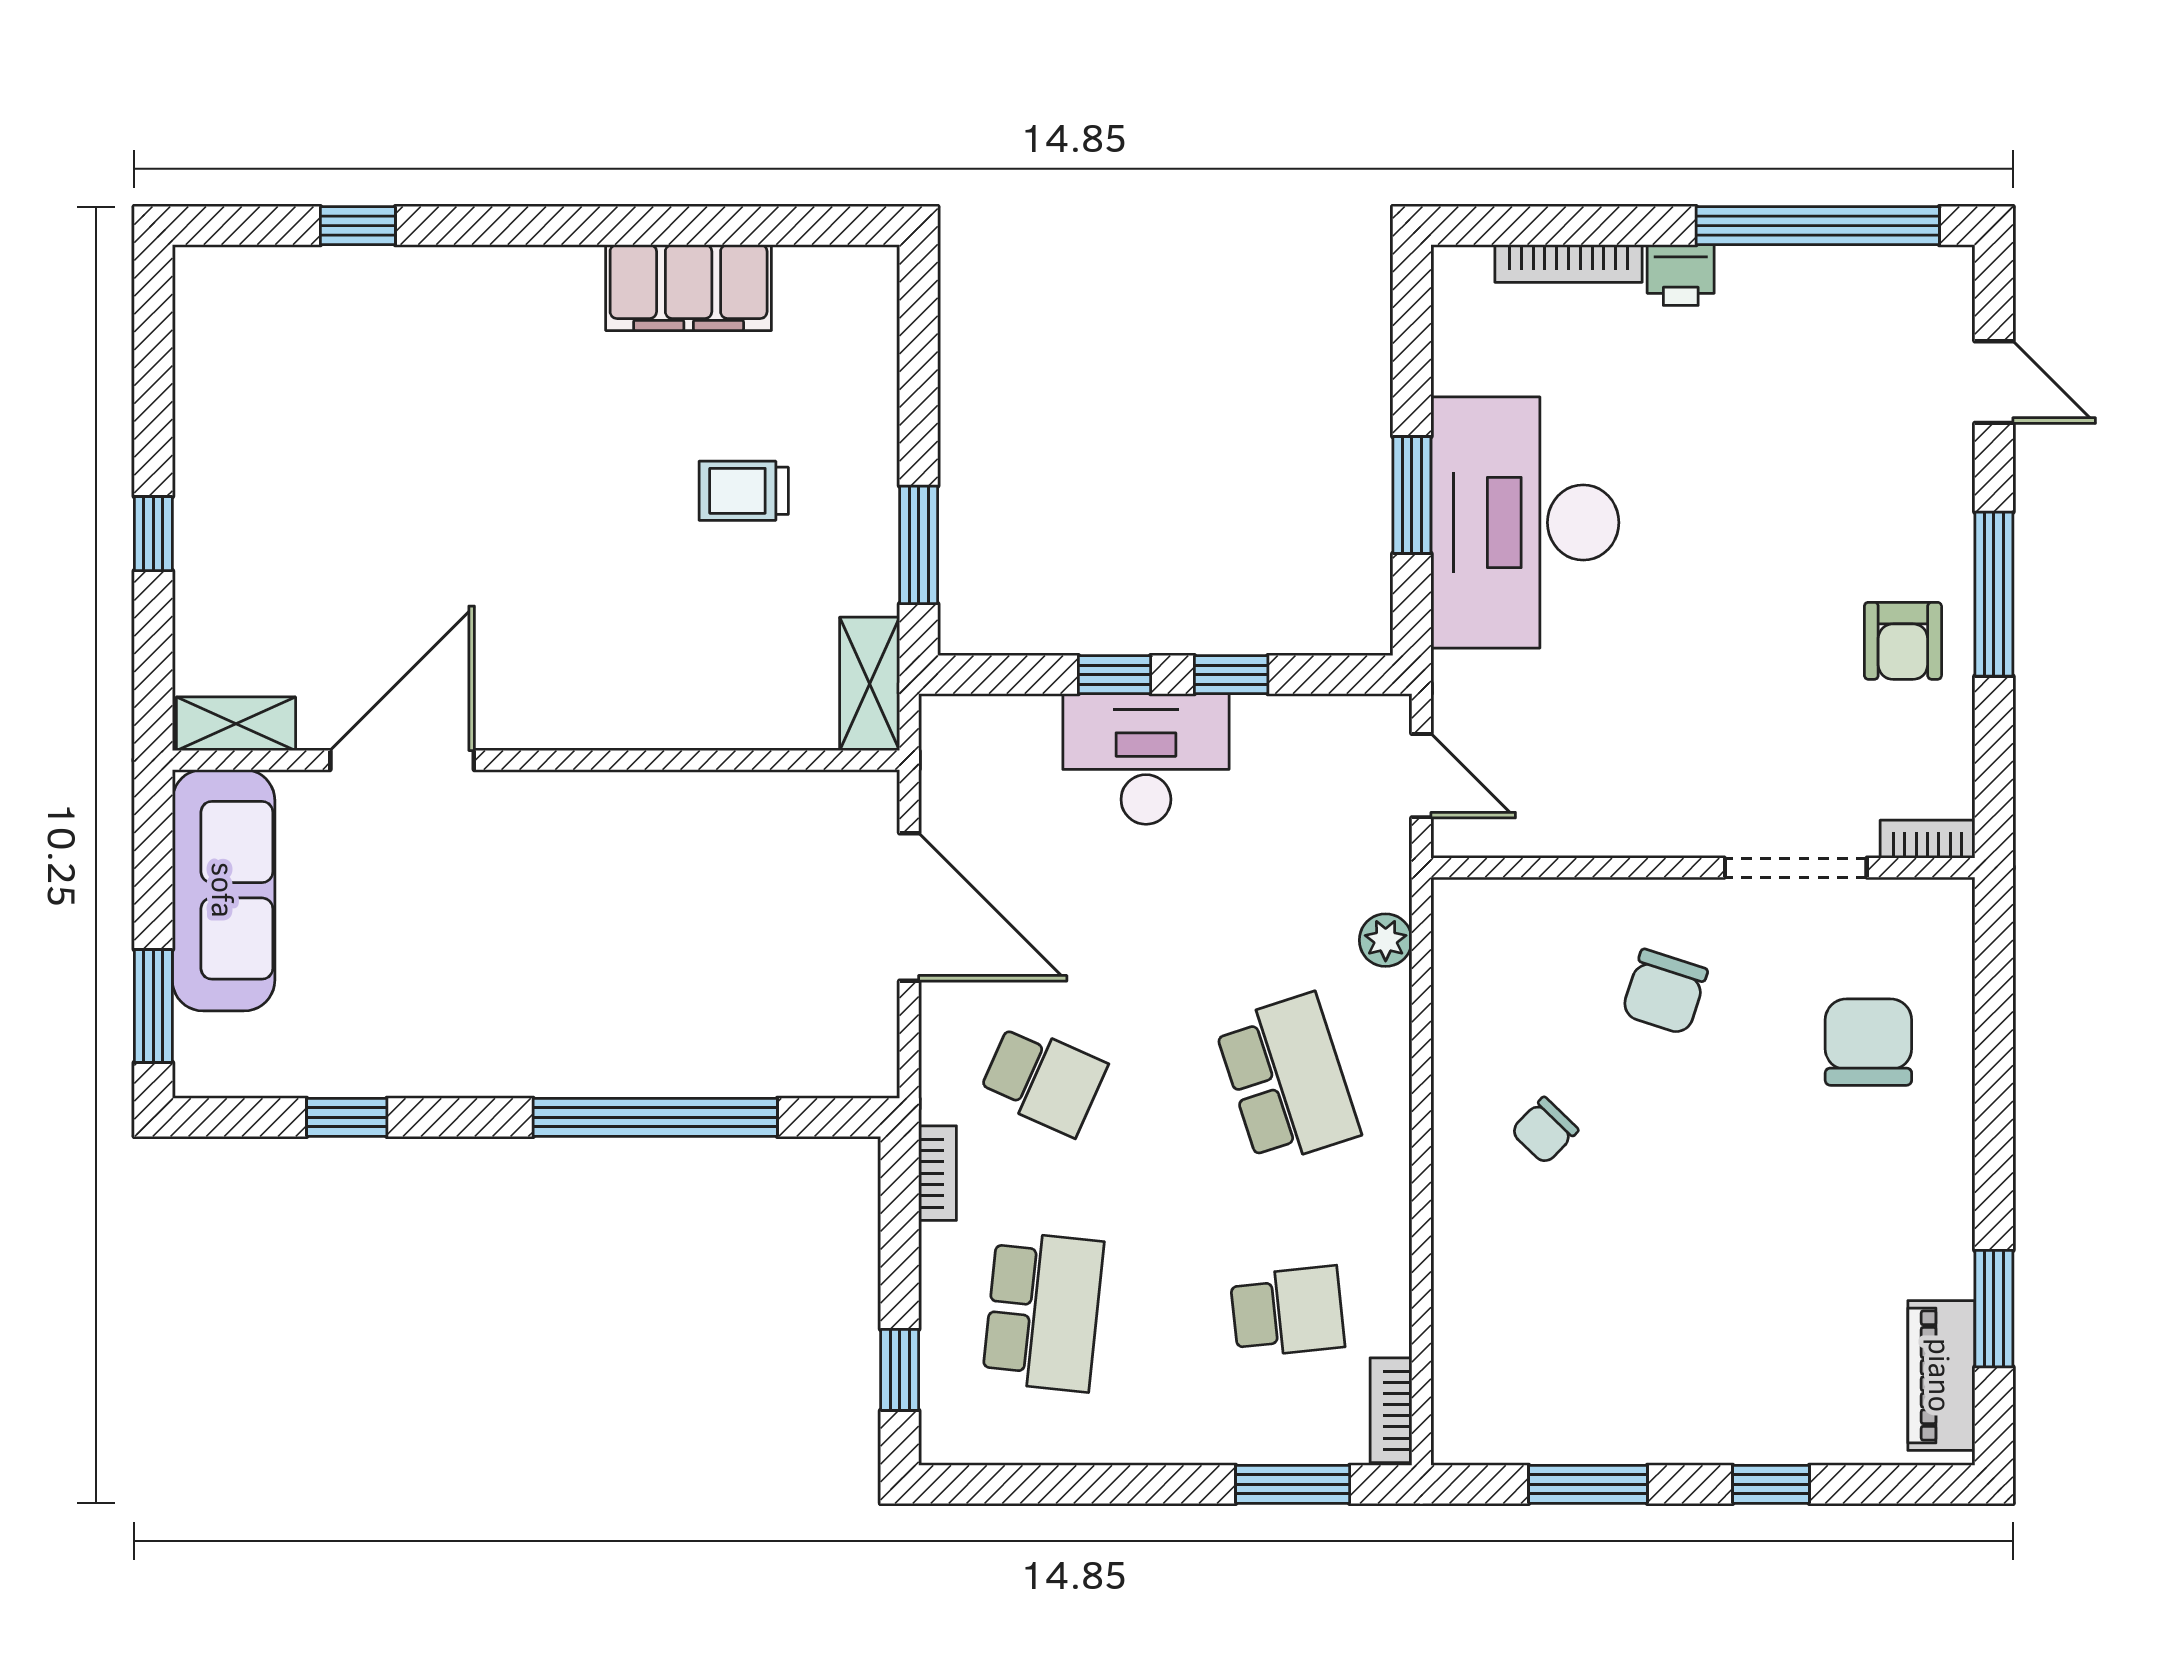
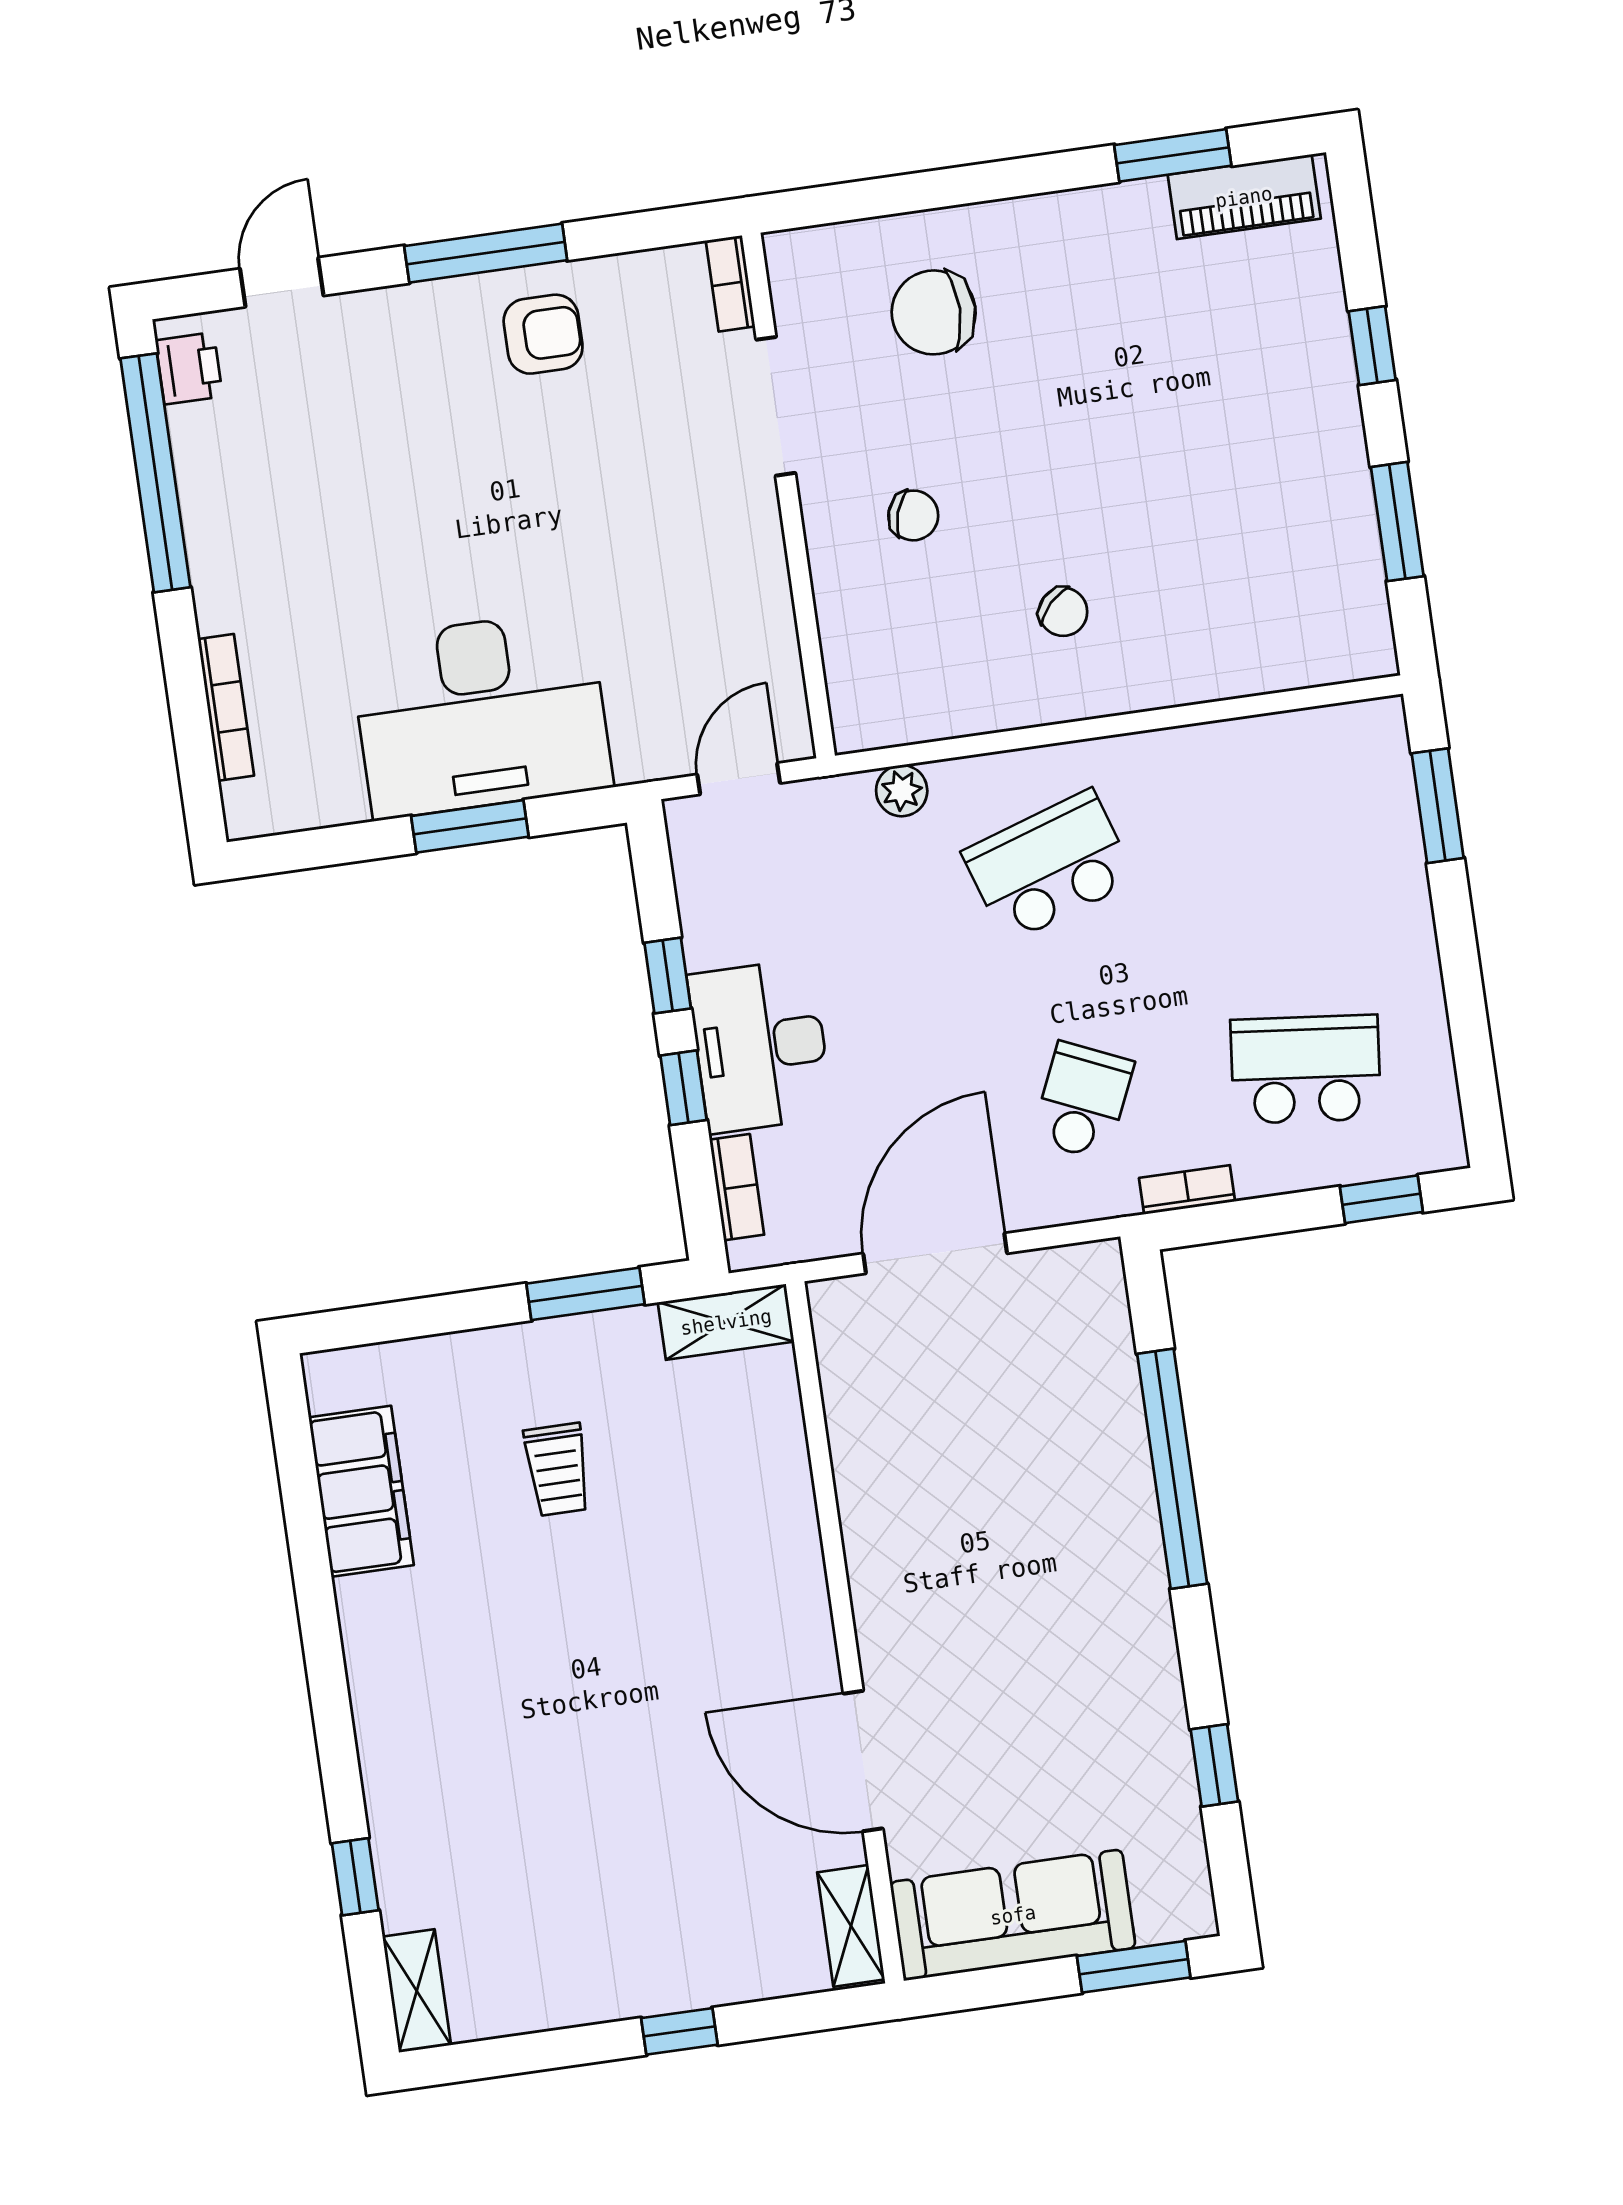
shelving: (233, 272) -> (417, 1991), added
printer: (1681, 275) -> (189, 368), moved
filing cabinet: (689, 288) -> (361, 1491), moved
chair: (1664, 992) -> (913, 515), width x0.73, depth x0.73
school desk: (1287, 1312) -> (1272, 834), removed
bookcase: (1391, 1410) -> (737, 1187), moved, turned -90

